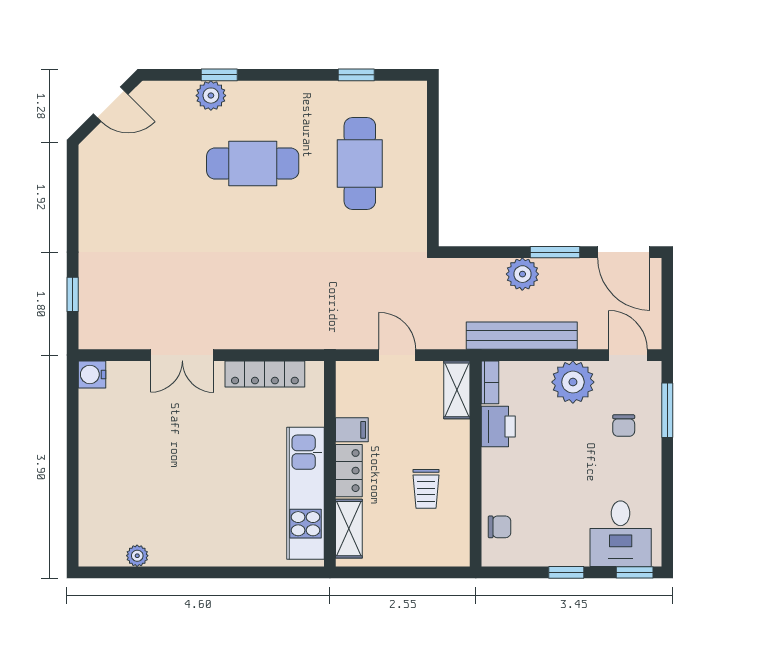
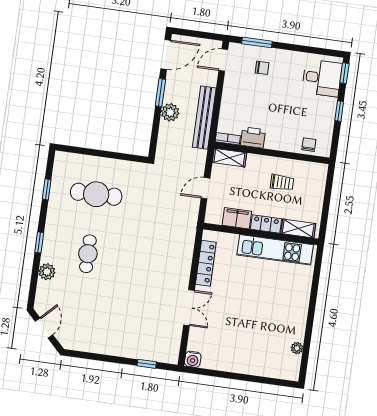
window: (219, 75) -> (39, 242), moved
cafe table: (253, 163) -> (88, 254), width x0.73, depth x0.74
plant: (573, 382) -> (234, 93), removed
filing cabinet: (352, 430) -> (237, 218), width x2.00

